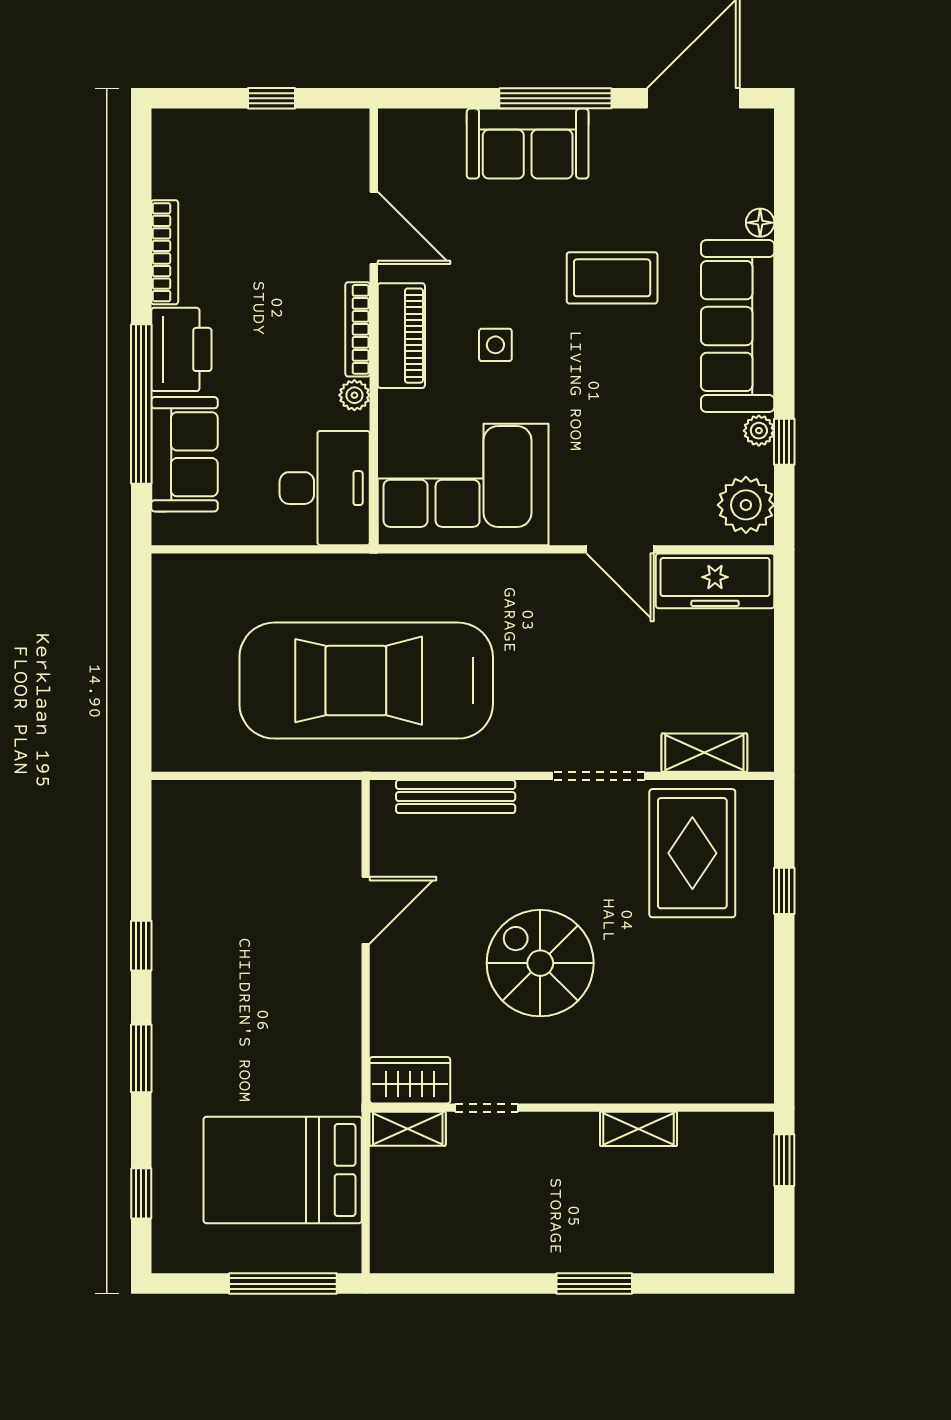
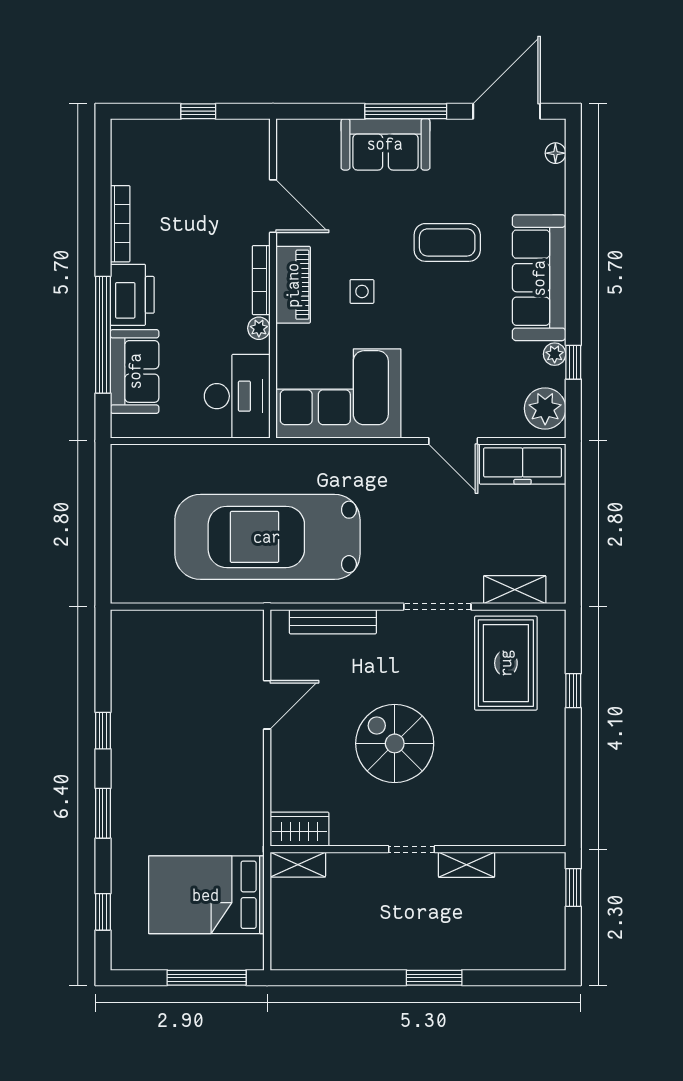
floor lamp: (760, 223) -> (555, 153), moved
doorway: (487, 1108) -> (412, 849), moved

